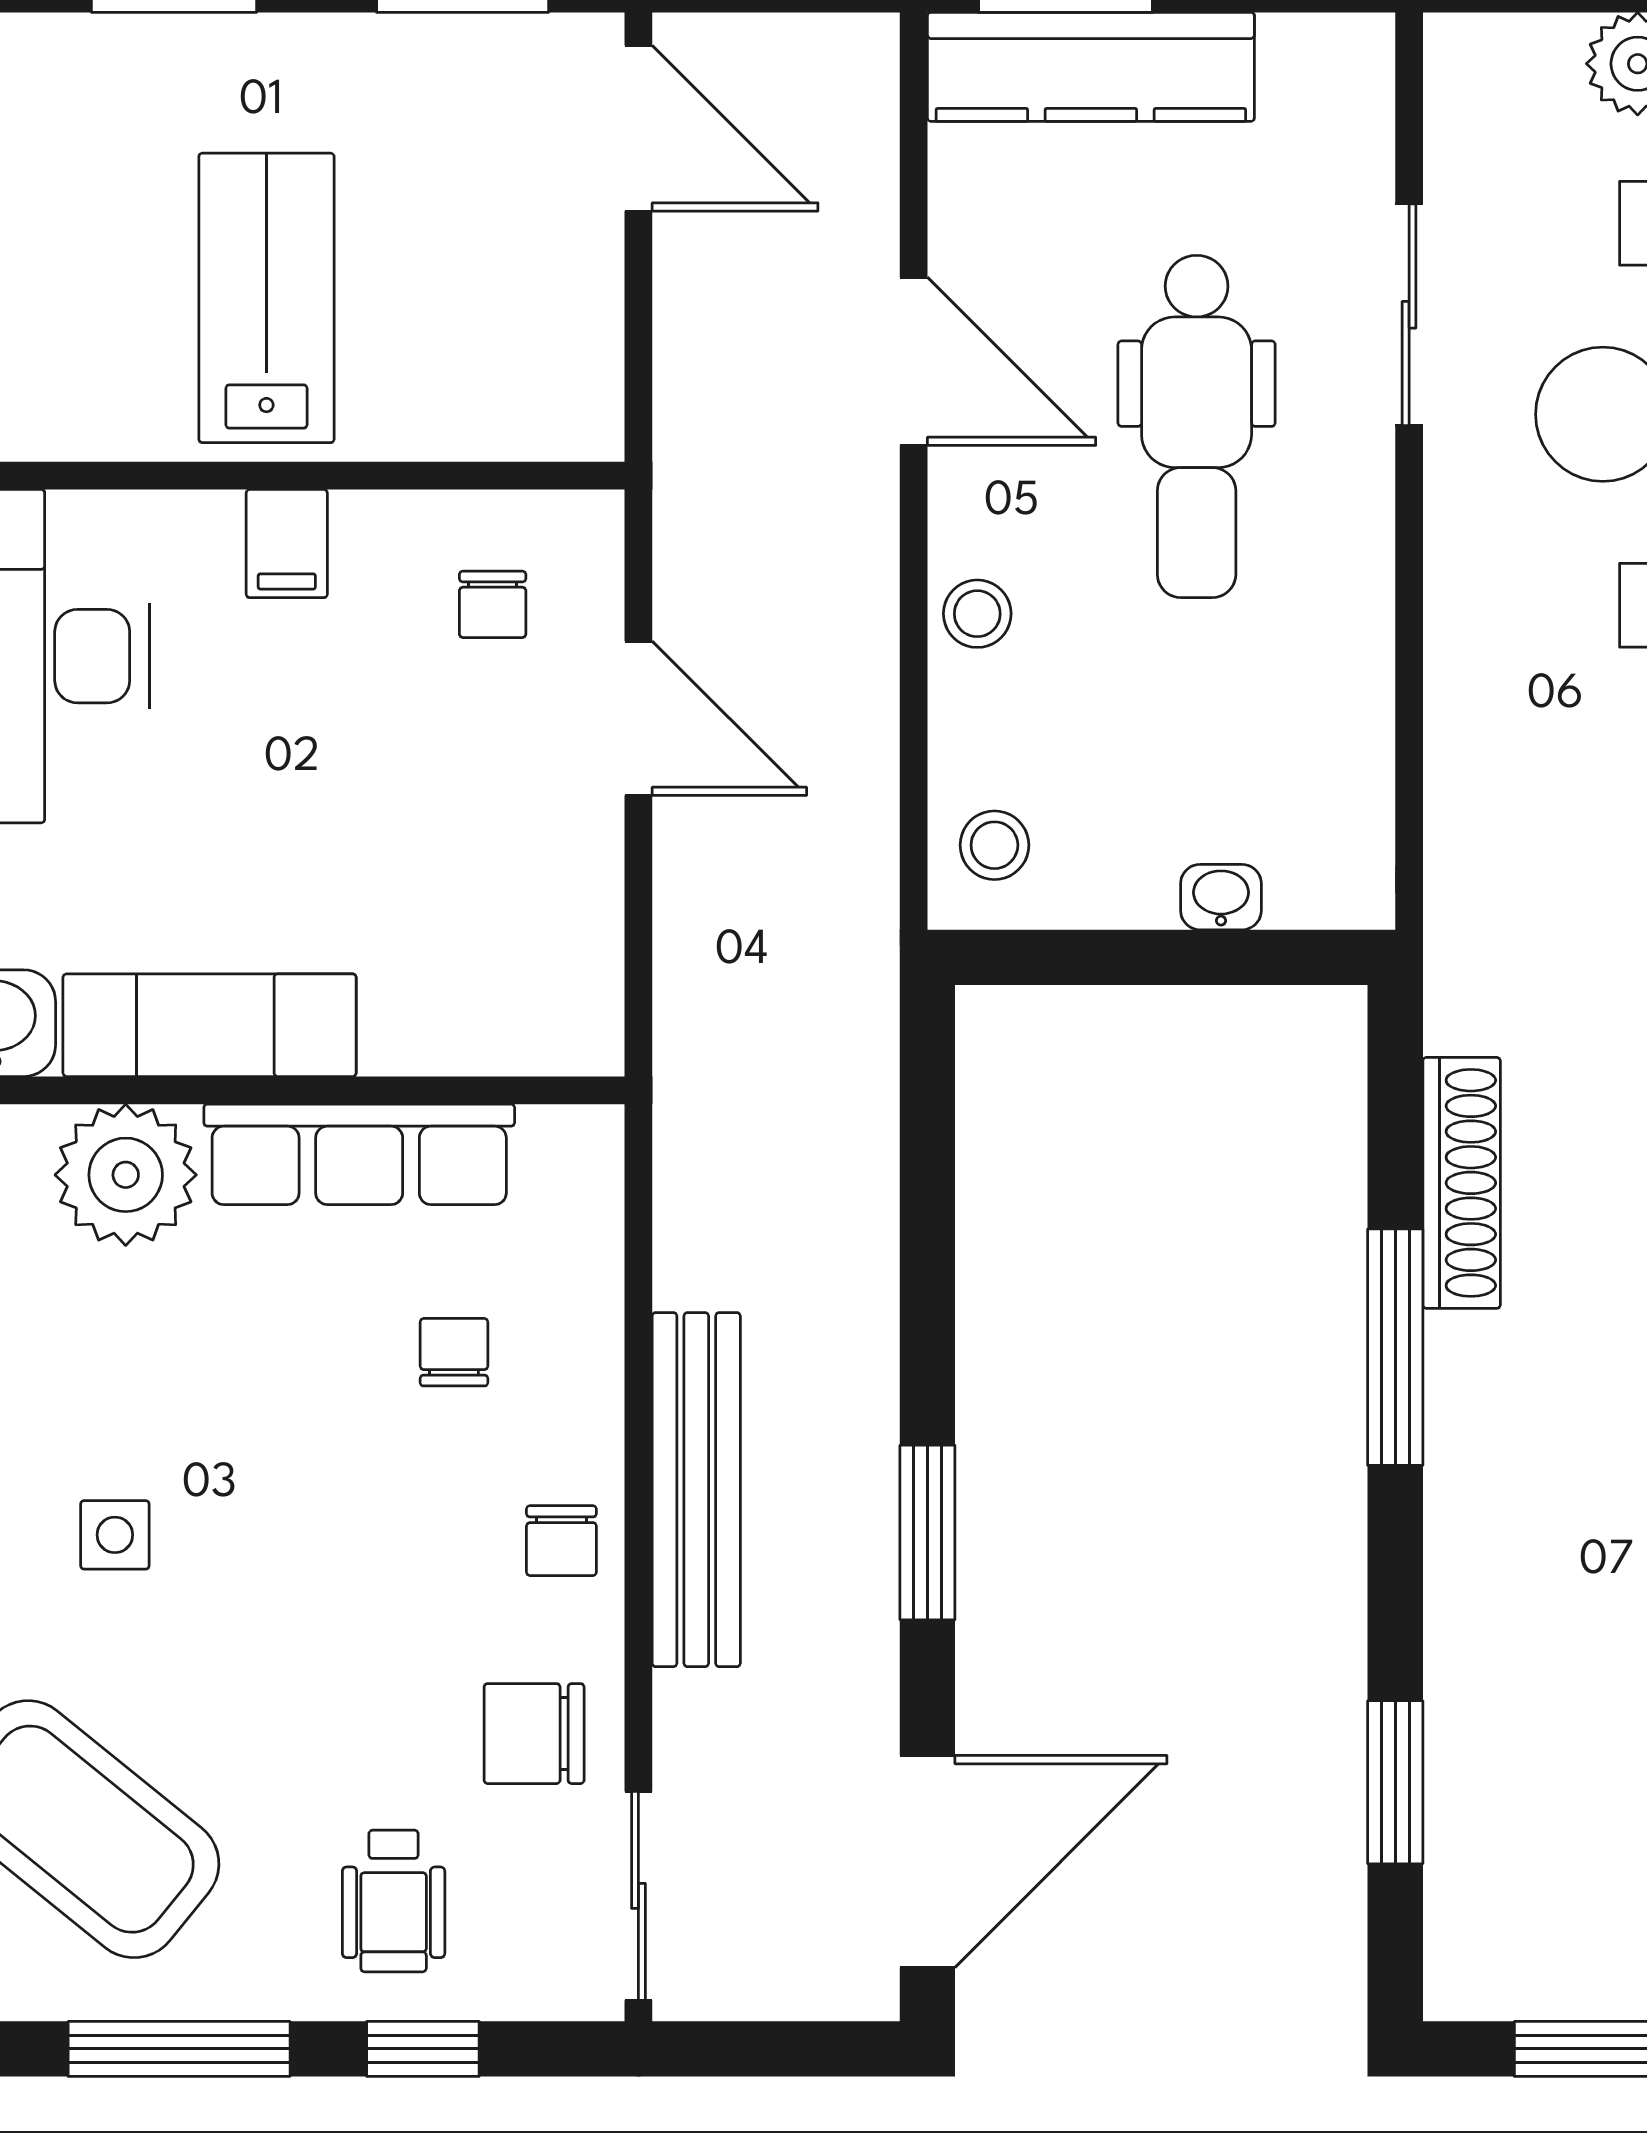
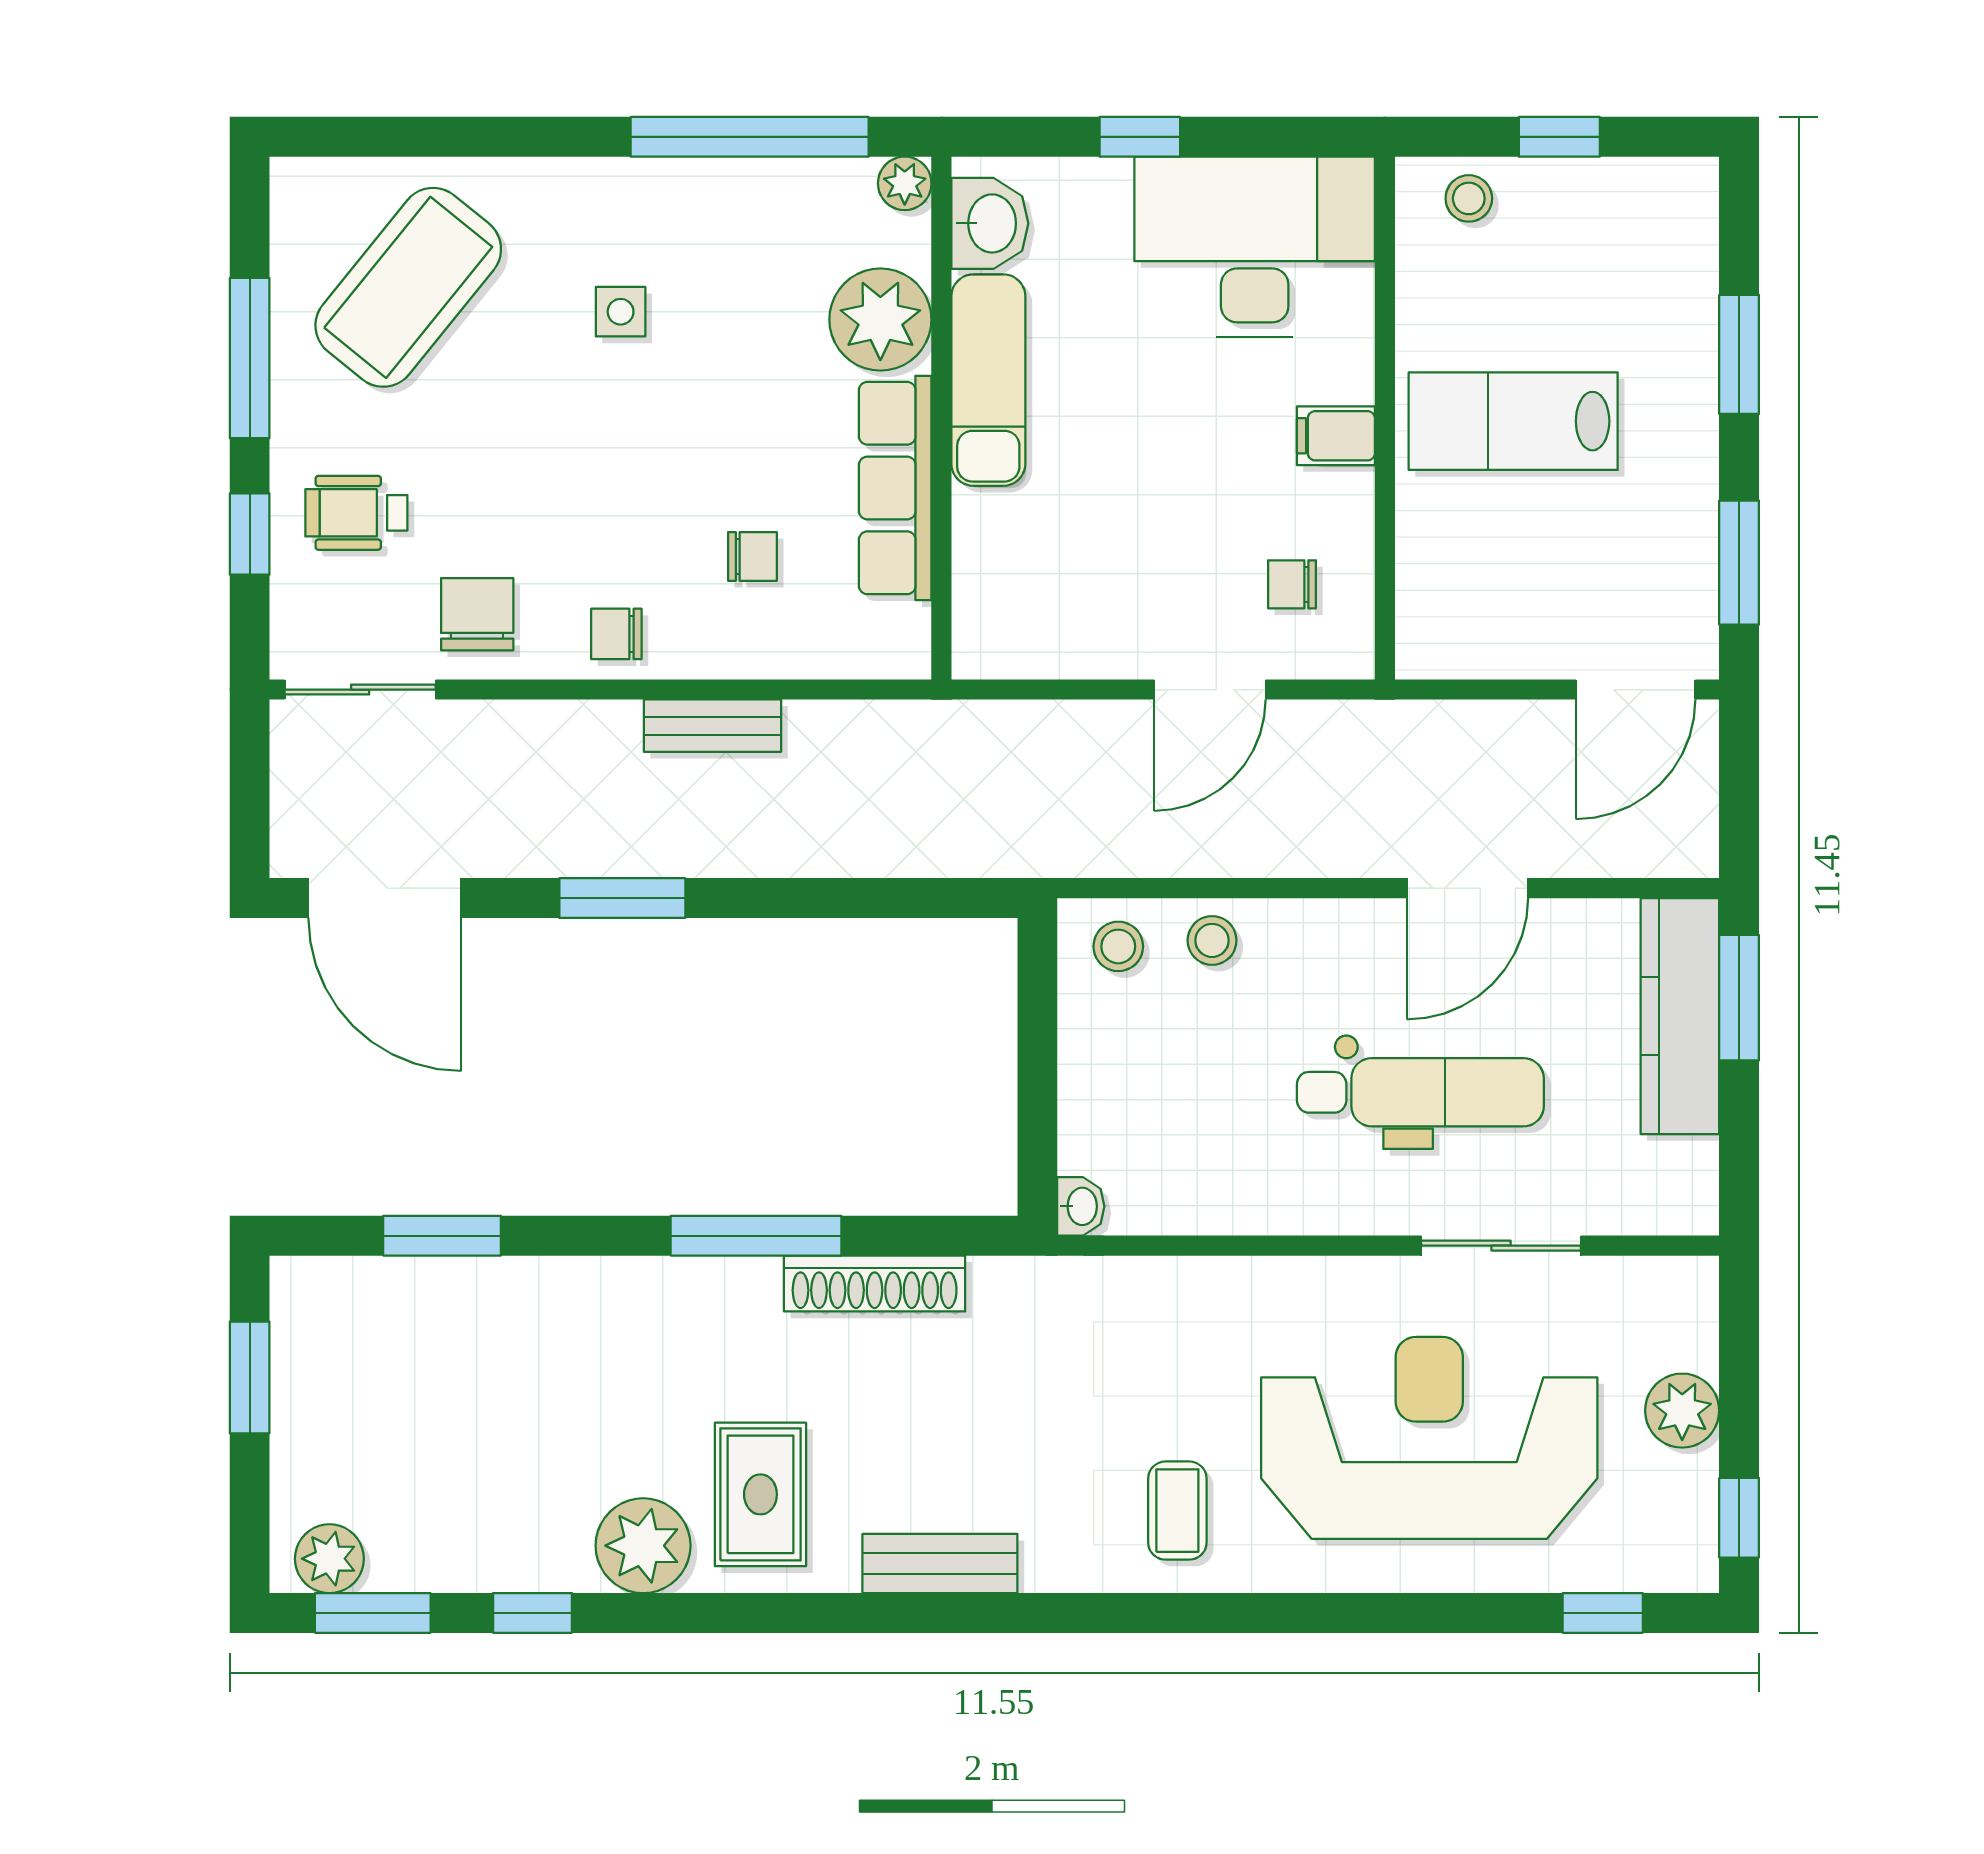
lab bench: (266, 298) -> (1513, 421), turned 180
dental chair: (1197, 426) -> (1420, 1092), turned 180
stool: (977, 614) -> (1212, 940), moved
washbasin: (1221, 897) -> (1081, 1206), moved
bench: (696, 1490) -> (712, 726), width x0.54, depth x0.82

